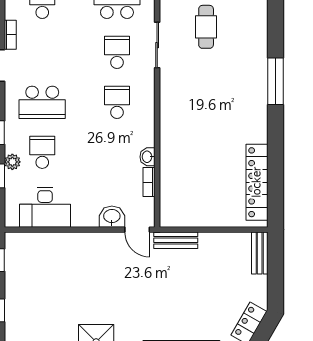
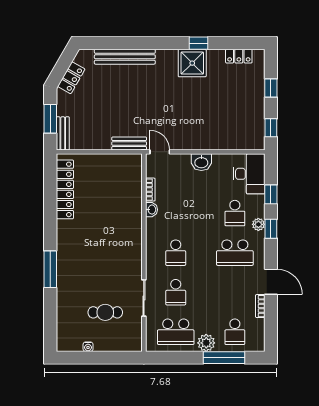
cafe table: (206, 27) -> (105, 312), turned 90
school desk: (42, 102) -> (235, 253), turned 180
plant: (12, 162) -> (258, 224), moved
desk: (45, 207) -> (249, 174), moved, turned 90
washbasin: (112, 217) -> (201, 162), moved
window: (275, 271) -> (50, 119), added

